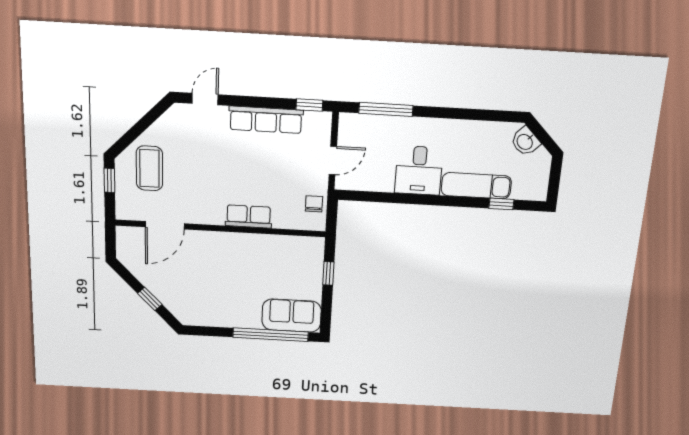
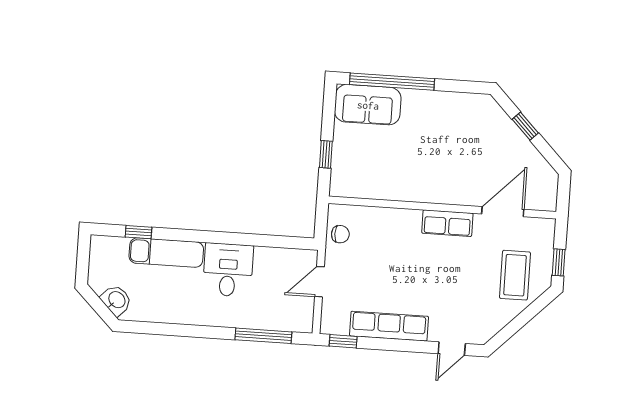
chair: (314, 204) -> (340, 234), turned -90
row of seats: (249, 216) -> (447, 223), moved

